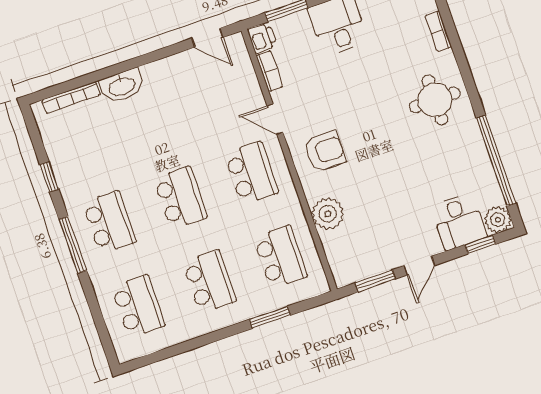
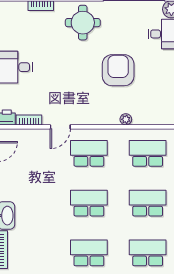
armchair: (325, 151) -> (118, 70), moved, width x1.36, depth x1.36
plant: (328, 214) -> (126, 119), width x0.53, depth x0.53

